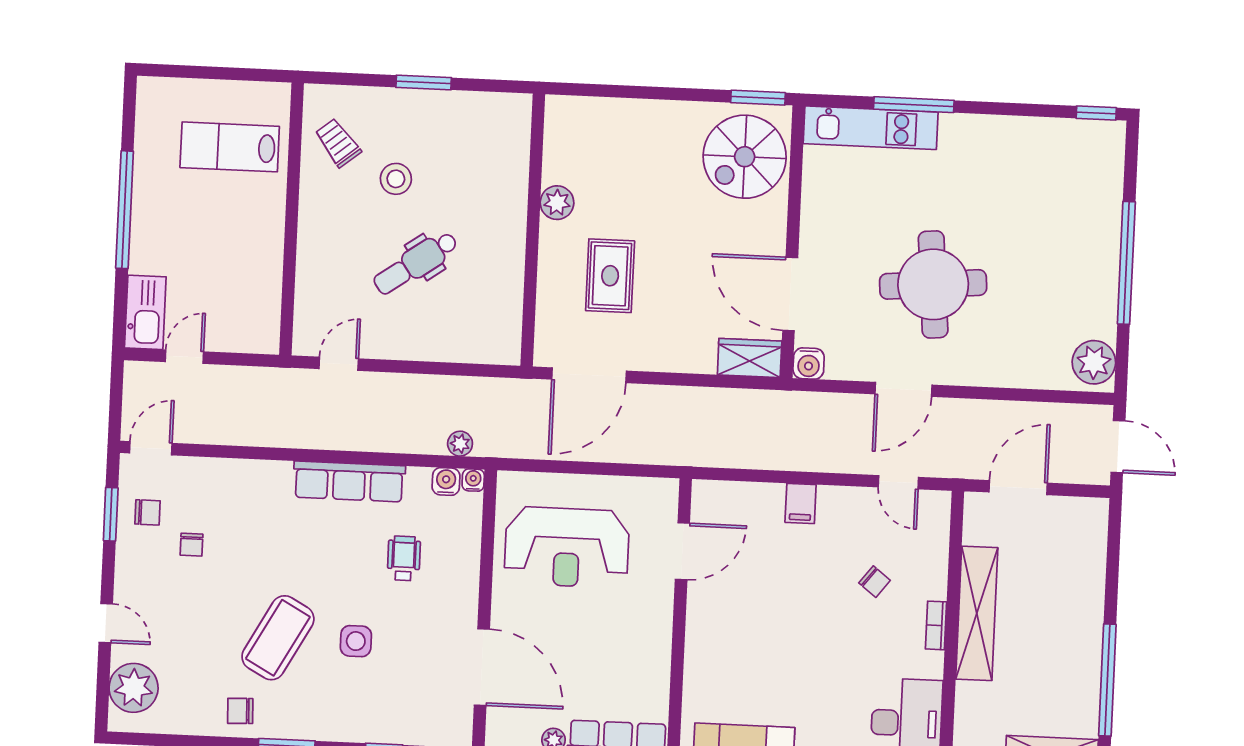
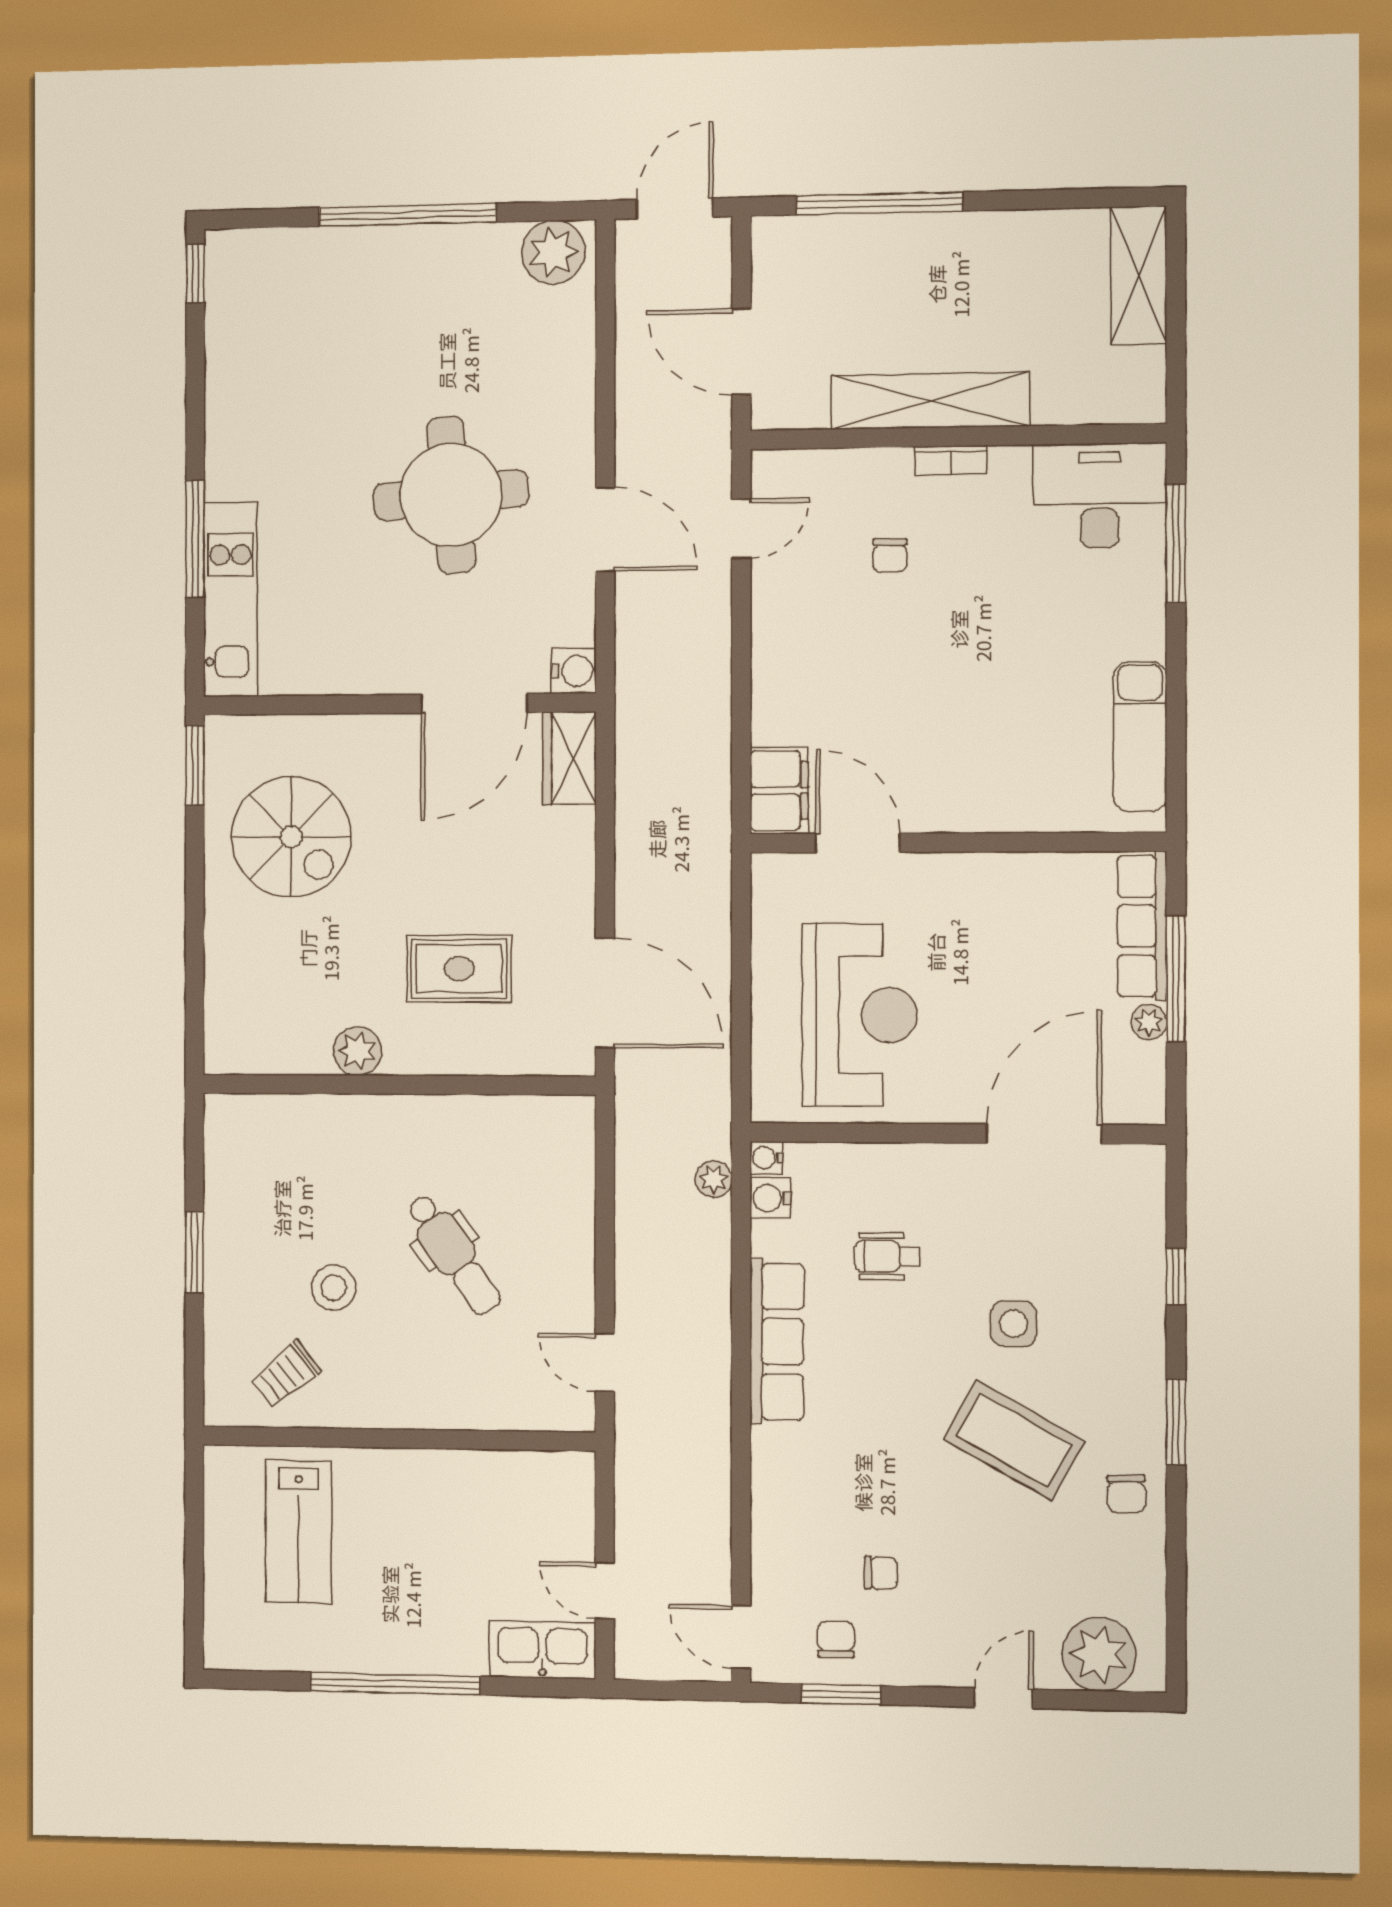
spiral stairs: (745, 157) -> (291, 837), moved
filing cabinet: (801, 503) -> (779, 791), moved, width x2.00
chair: (875, 582) -> (890, 555), turned 142
window: (1107, 680) -> (879, 203), moved

